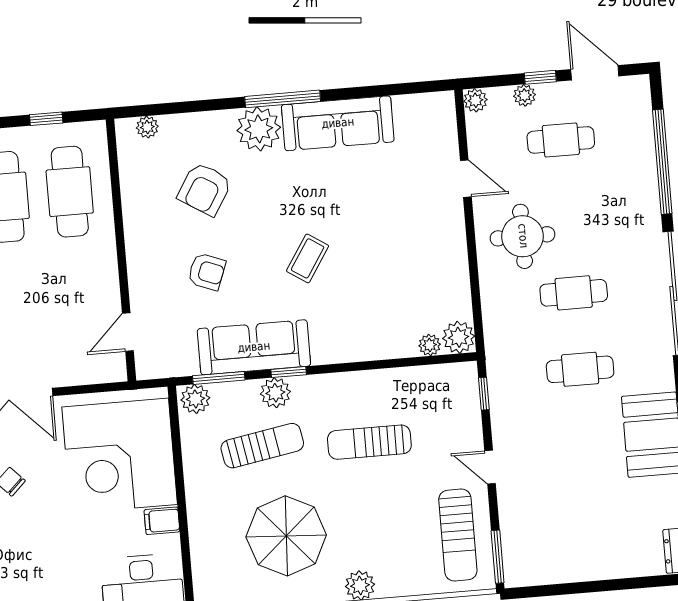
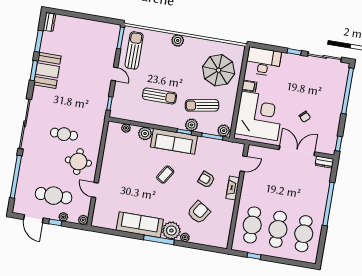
plant: (147, 127) -> (185, 237), moved
cafe table: (561, 140) -> (54, 196), width x1.37, depth x1.35
fireplace: (139, 268) -> (233, 188), added
plant: (459, 337) -> (145, 134), moved
sofa: (254, 347) -> (174, 141), moved
cafe table: (580, 369) -> (69, 103), removed
parasol: (286, 536) -> (219, 70), moved

